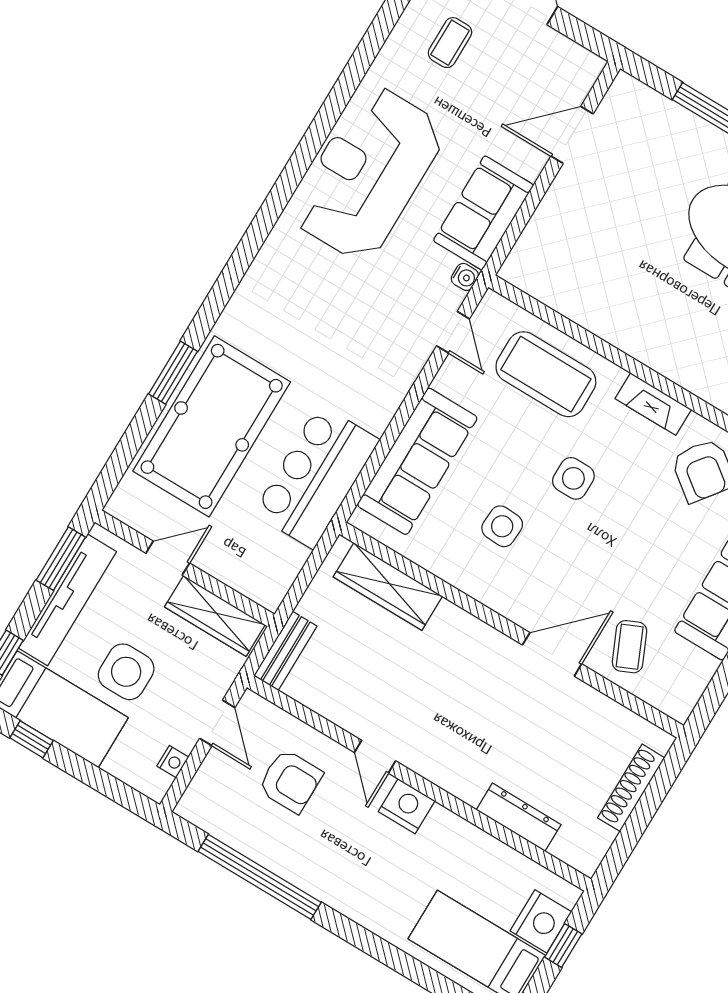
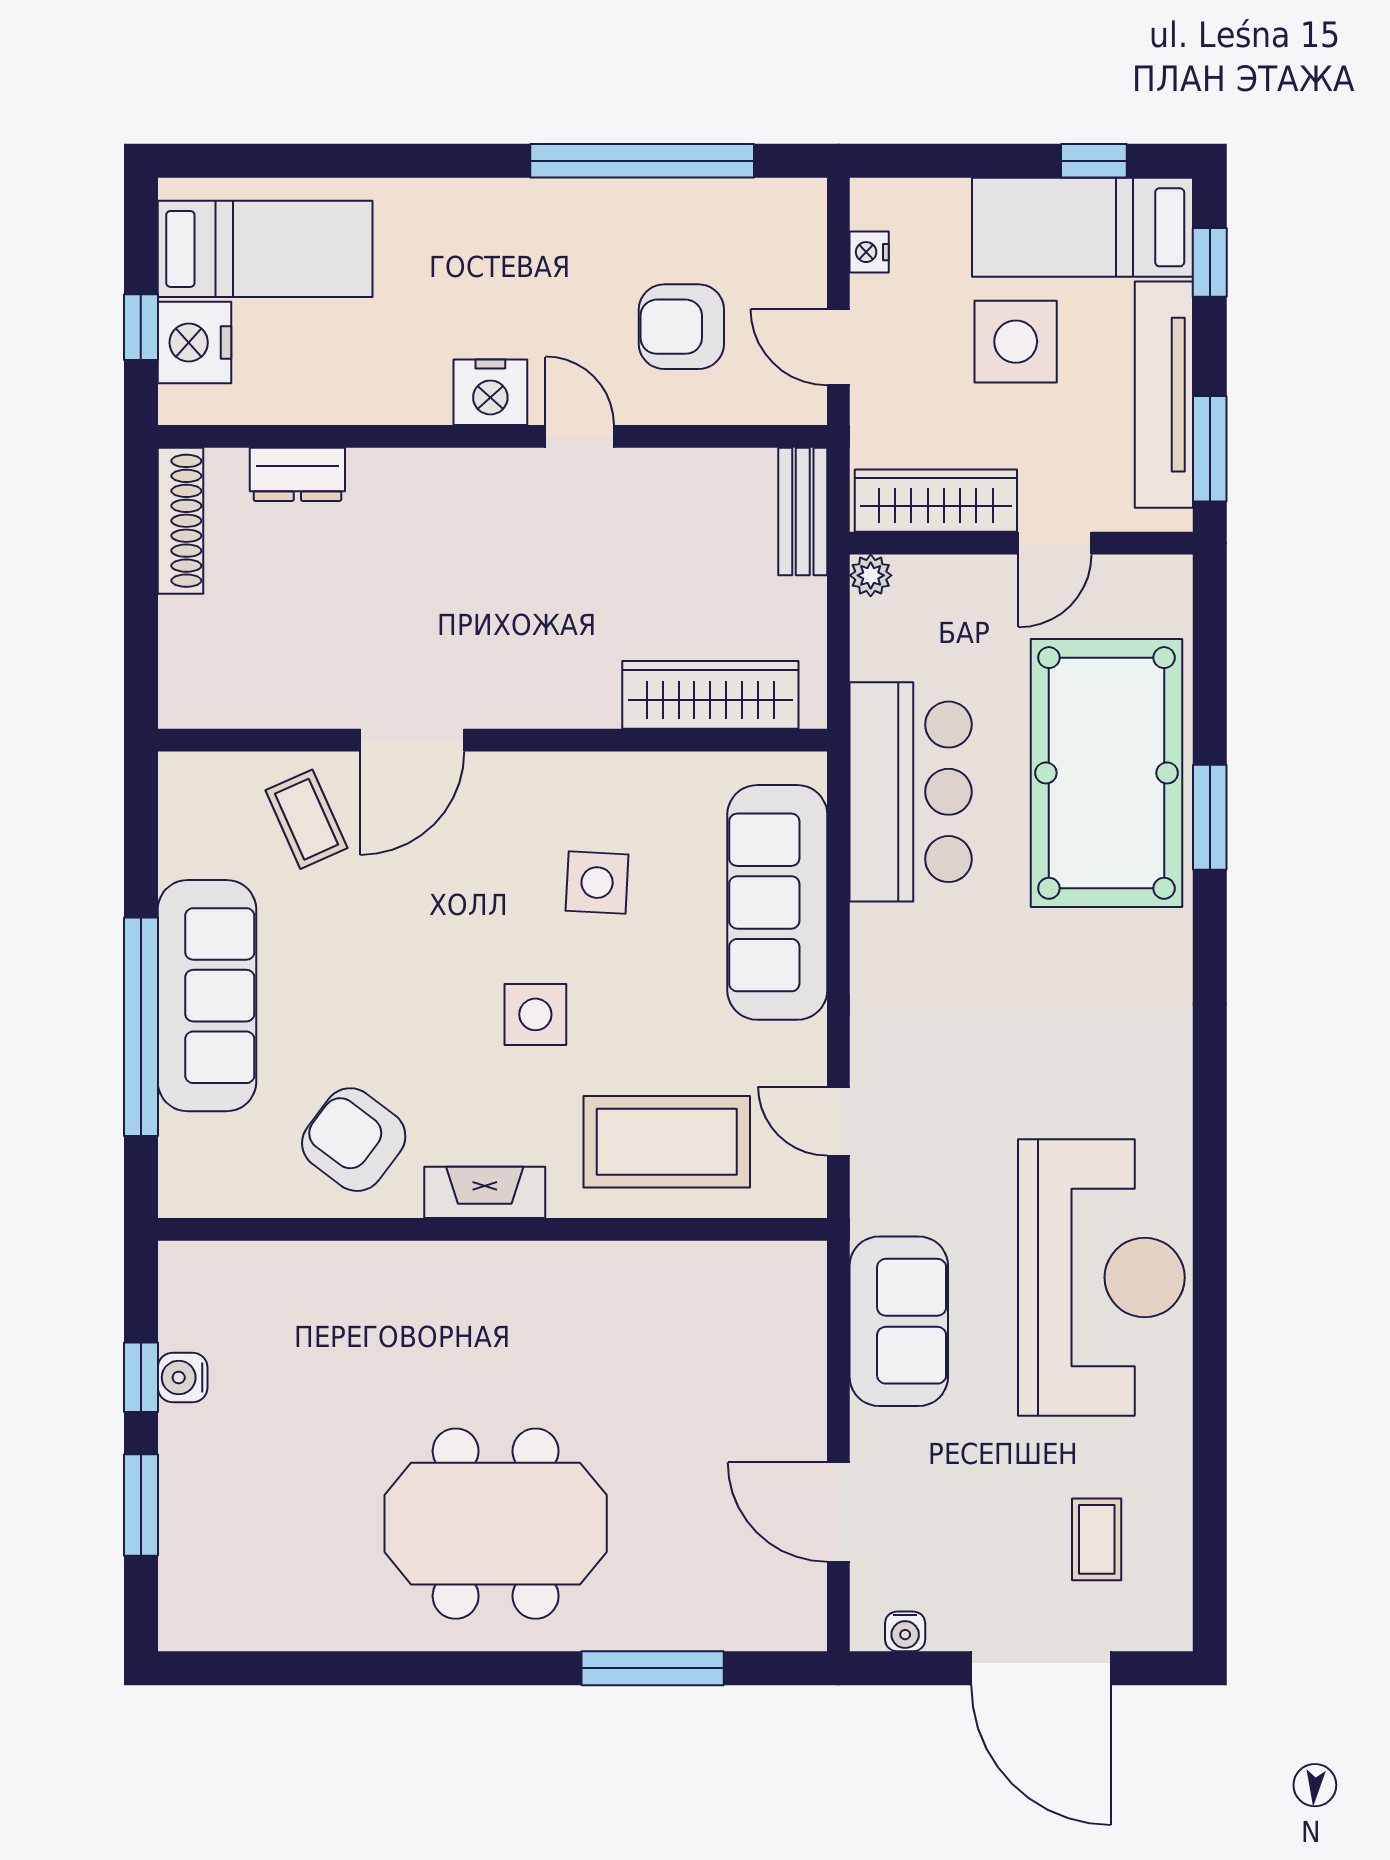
door: (572, 135) -> (838, 1512), swing flipped
water cooler: (465, 277) -> (905, 1631), moved, turned -90
plant: (271, 598) -> (871, 575), added
shoe rack: (631, 788) -> (180, 521), moved
dresser: (519, 817) -> (297, 474), width x0.70

